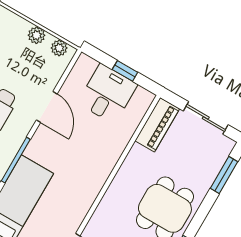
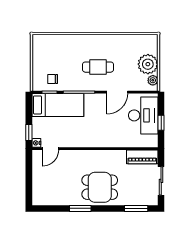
plant: (36, 35) -> (148, 64), width x1.88, depth x1.88
desk: (107, 94) -> (143, 115), width x1.37

